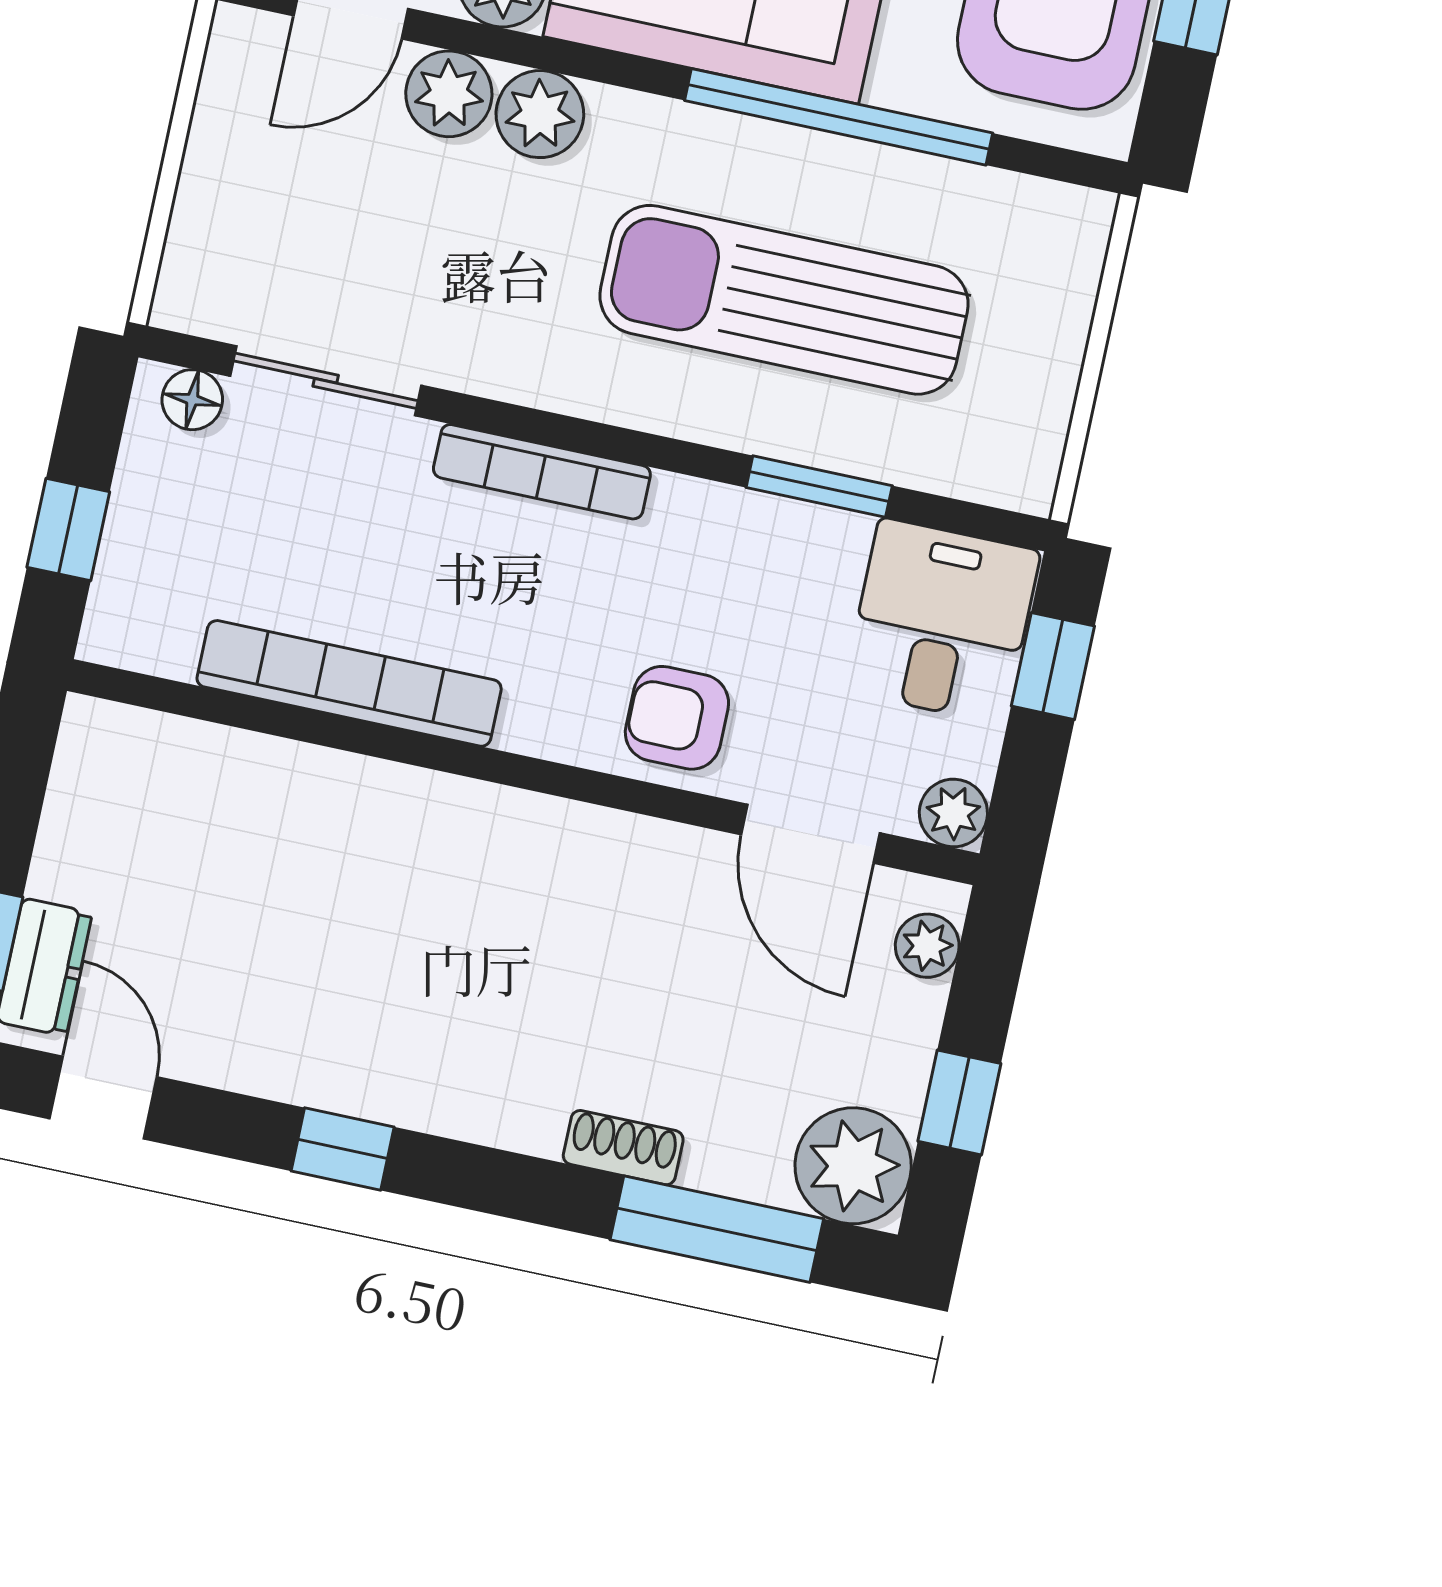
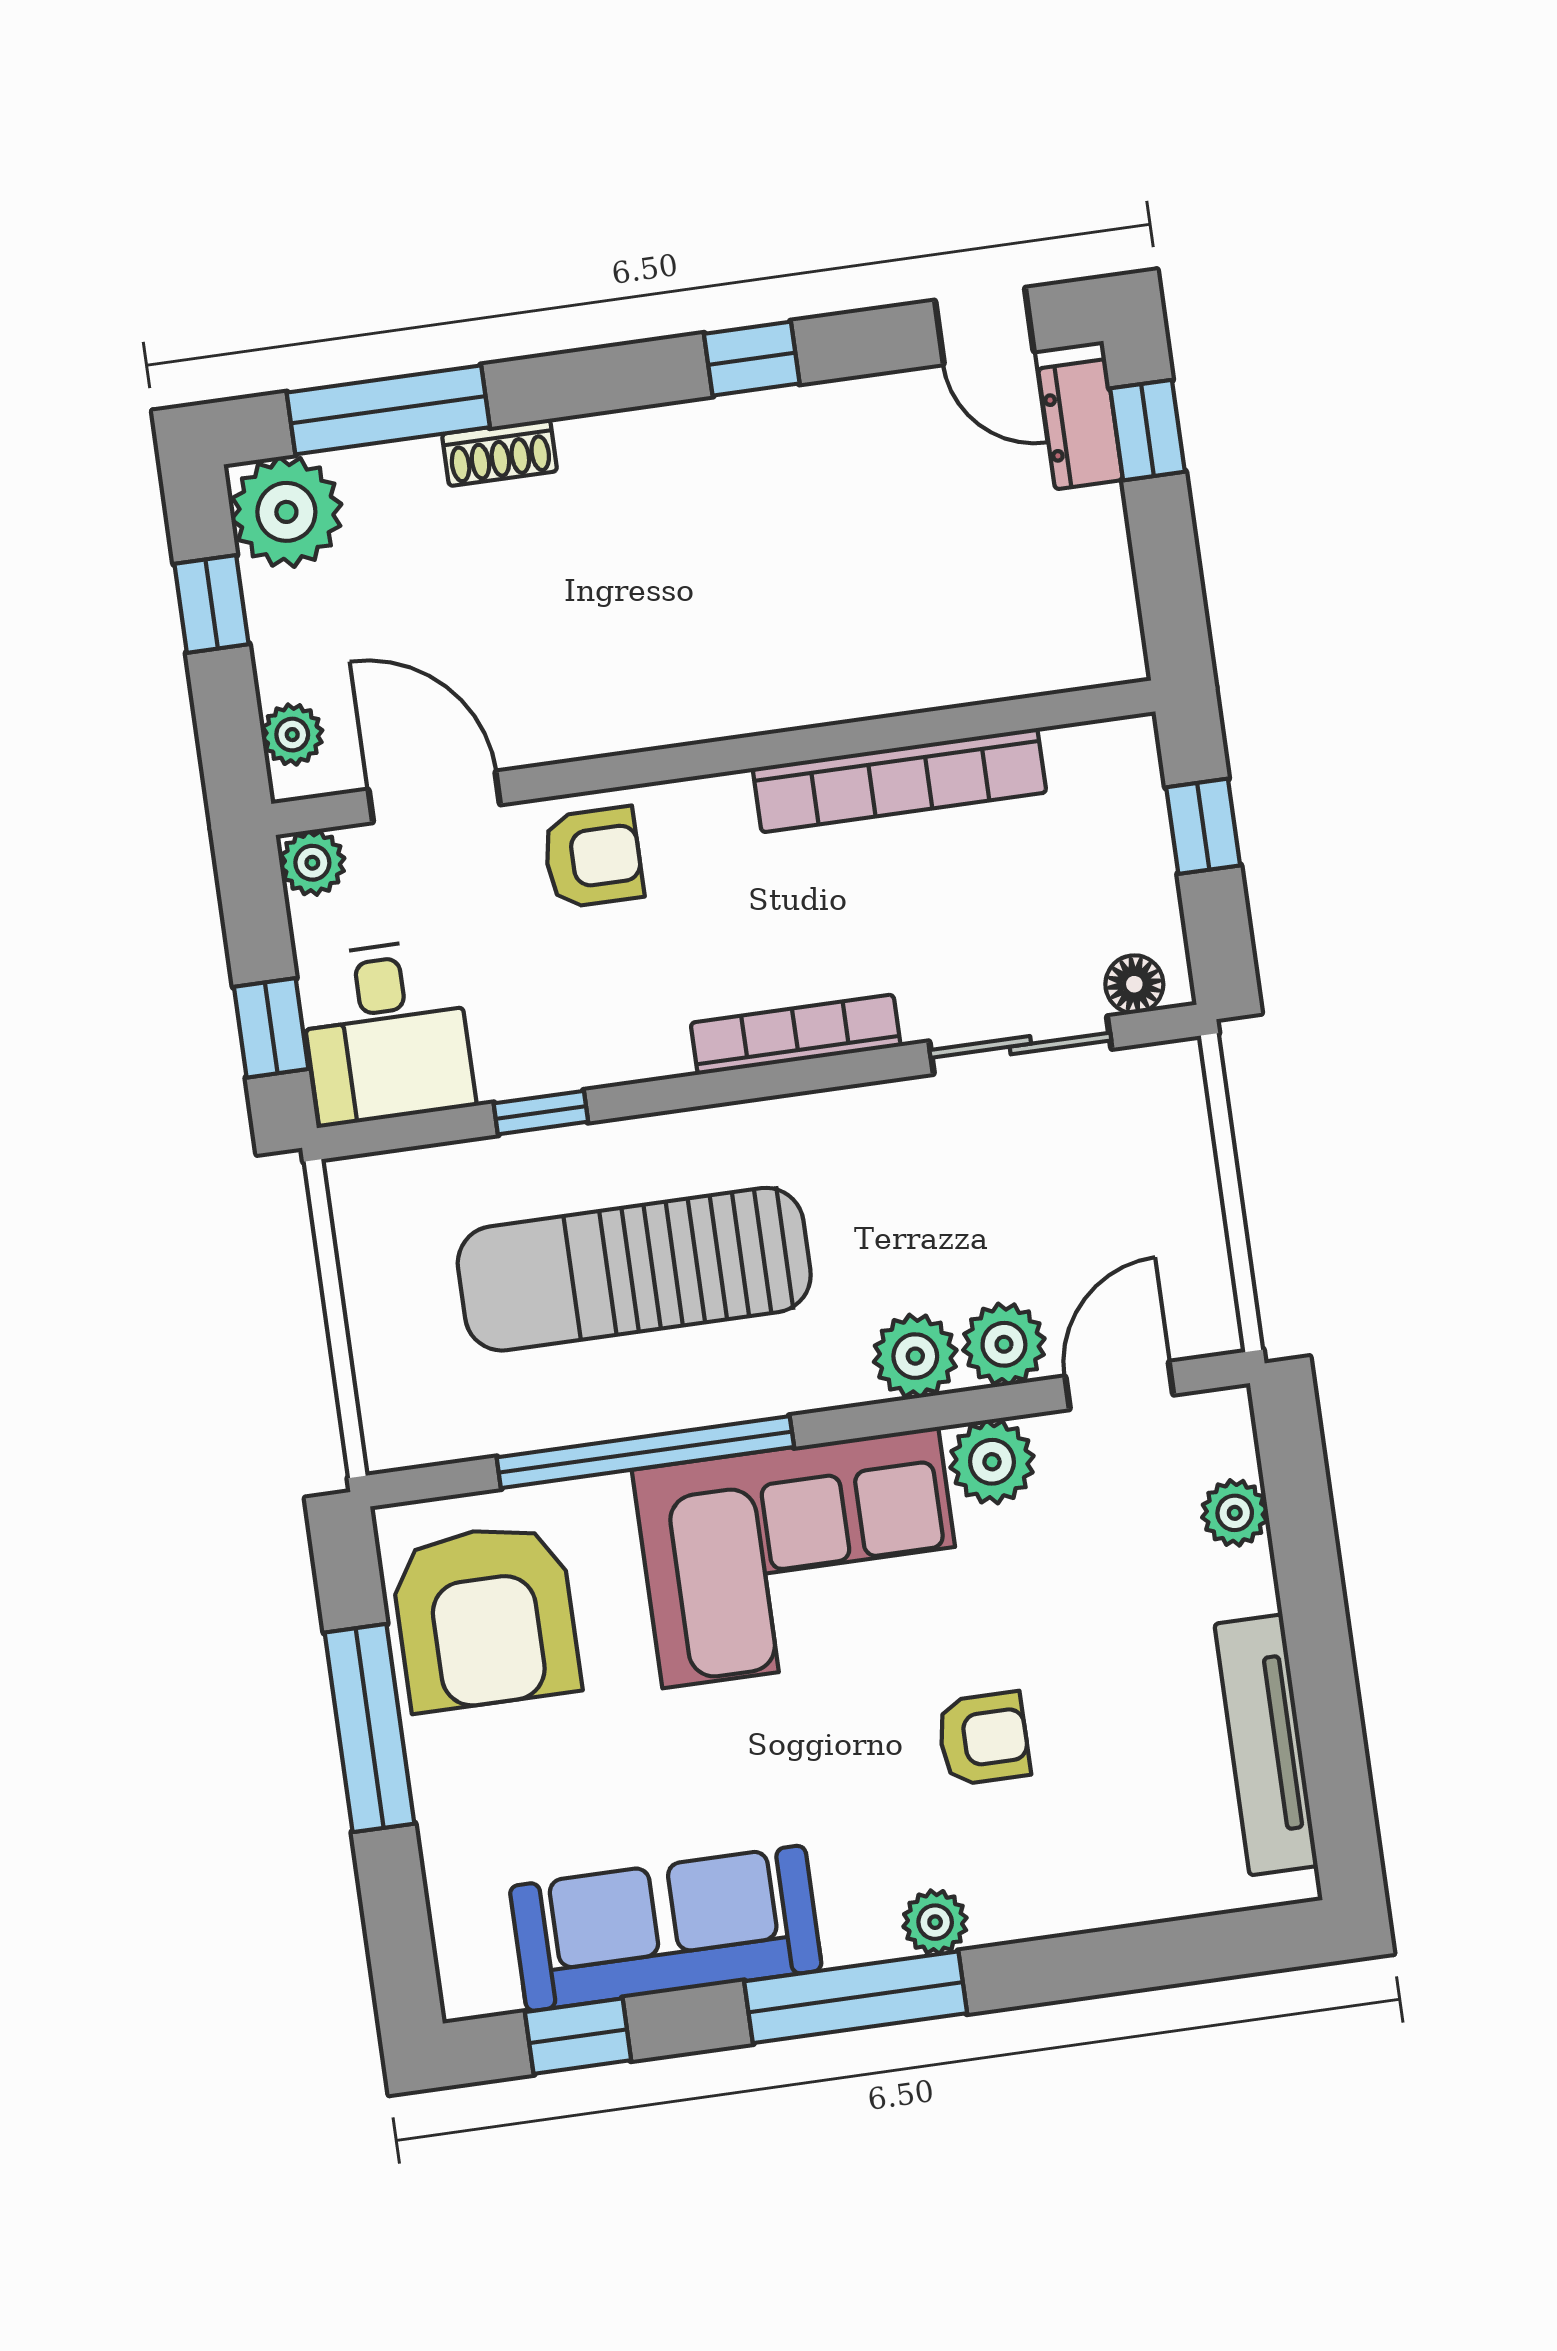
sun lounger: (784, 300) -> (634, 1269), turned 180
window: (819, 487) -> (541, 1113), width x0.67

